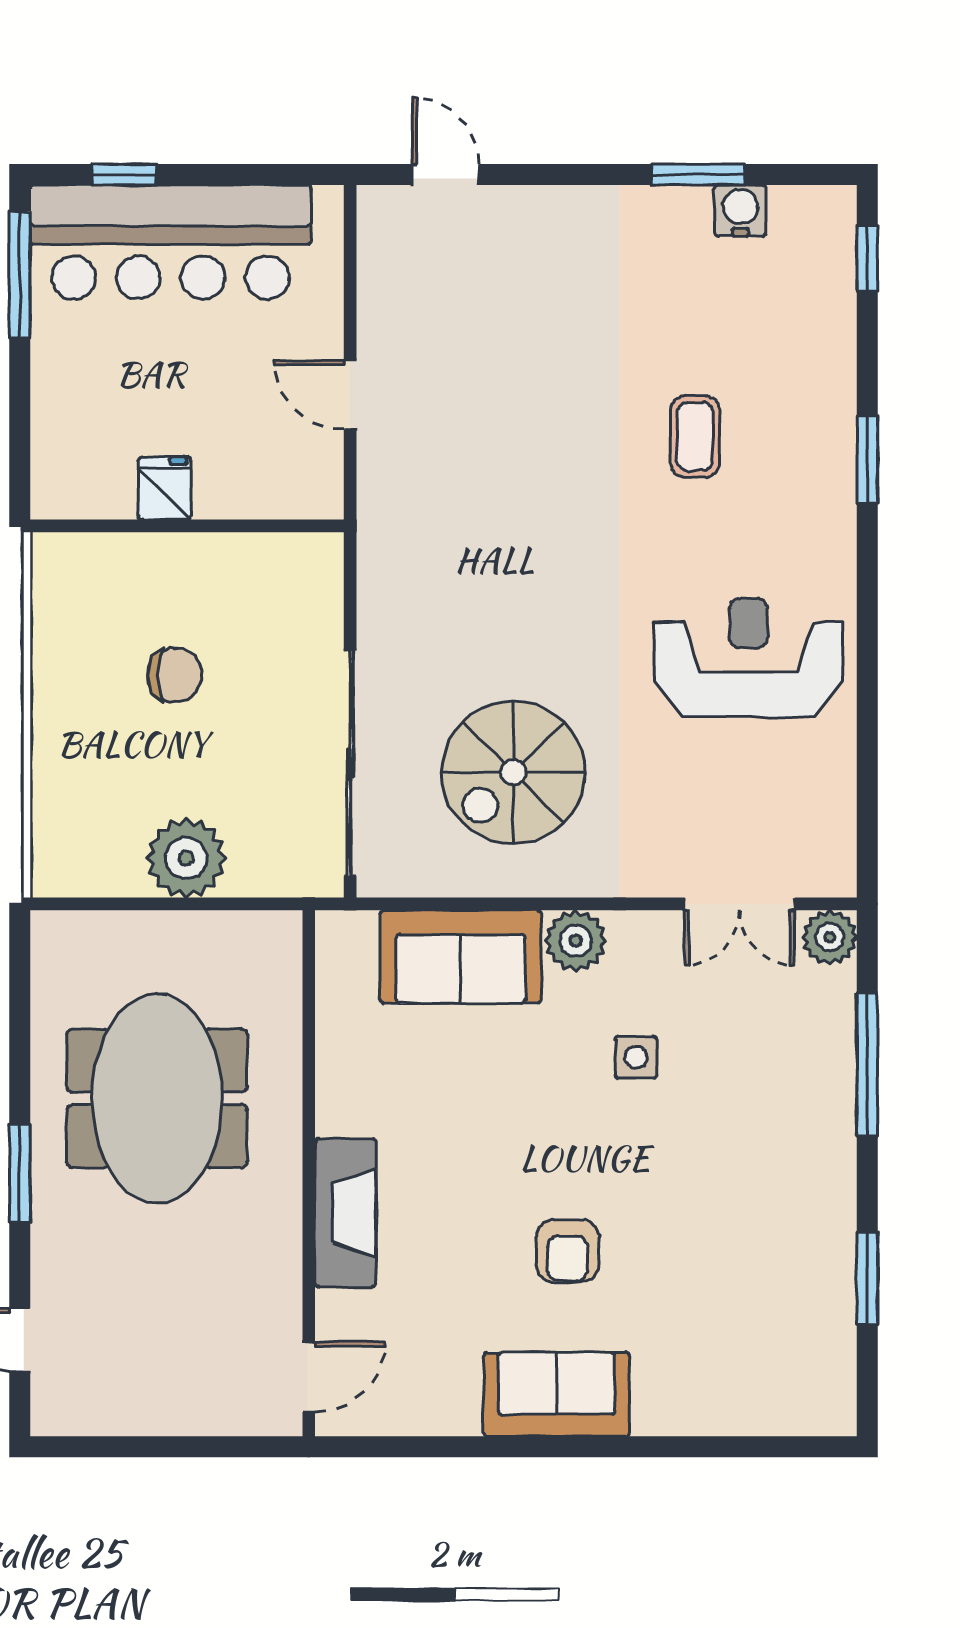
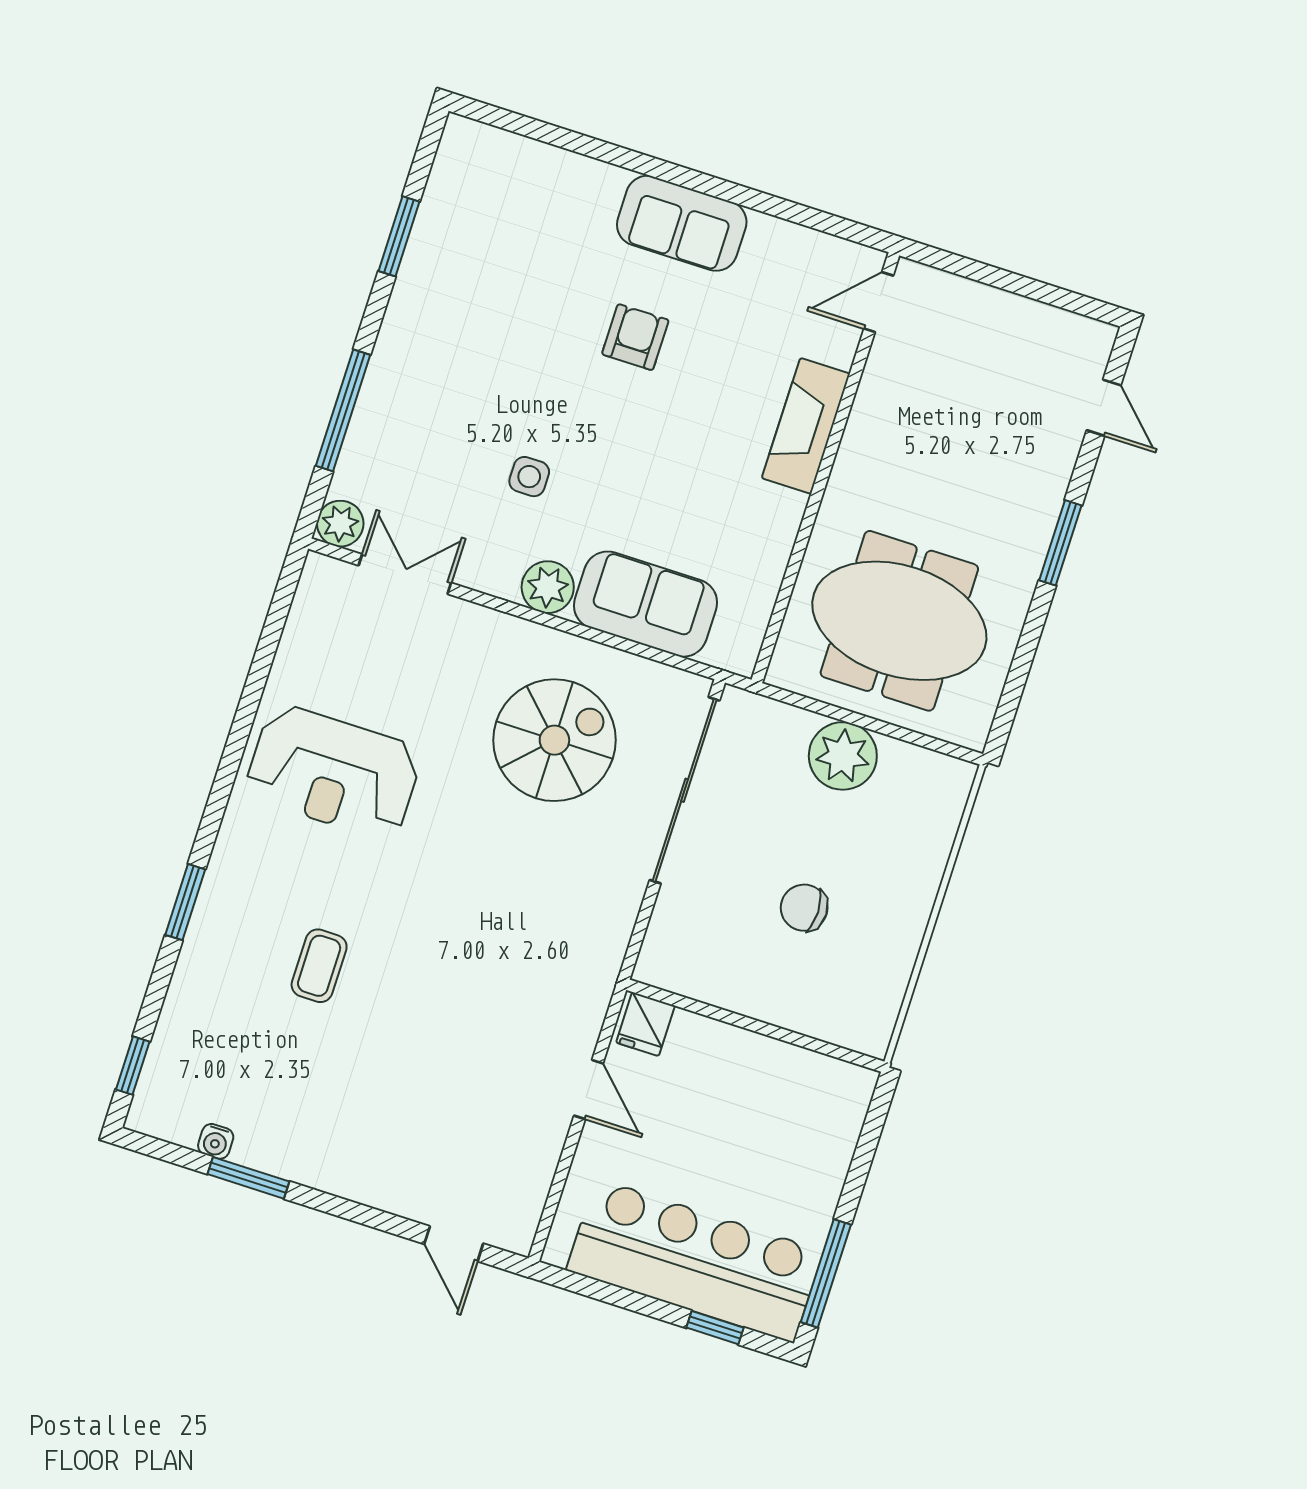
water cooler: (740, 211) -> (216, 1141), width x0.72, depth x0.72
fridge: (165, 488) -> (645, 1024), moved
meeting table: (157, 1098) -> (899, 621), moved, turned 90

